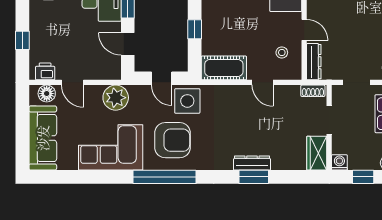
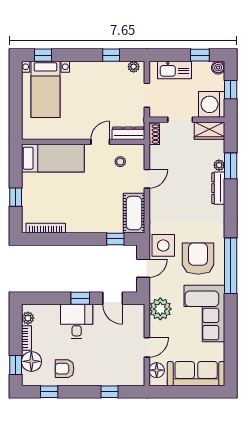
window: (195, 29) -> (115, 239), moved
door: (128, 44) -> (113, 298), hinge flipped
printer: (45, 71) -> (137, 372), removed
washing machine: (339, 162) -> (212, 104), width x1.89, depth x1.89
plant: (278, 164) -> (219, 165), added
window: (254, 177) -> (231, 166), moved

